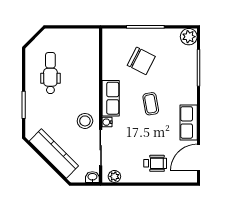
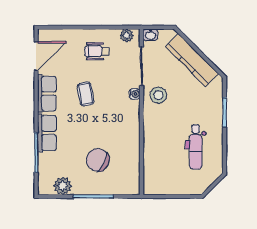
plant: (189, 37) -> (63, 186), moved
row of seats: (111, 98) -> (47, 133), moved, turned 180
coffee table: (151, 104) -> (86, 94), moved
wheelchair: (155, 163) -> (97, 51), moved

